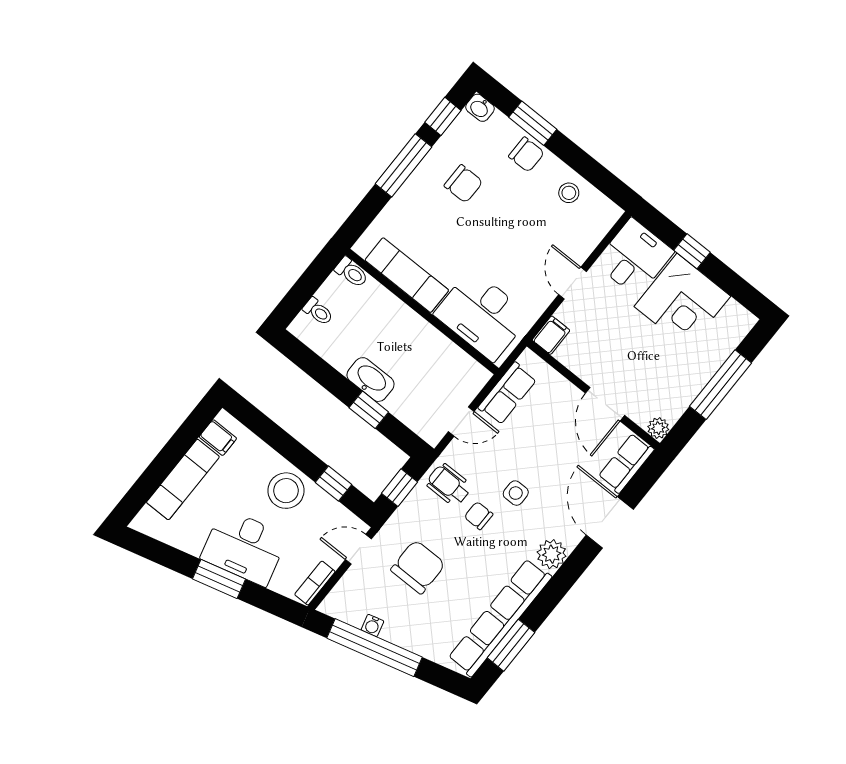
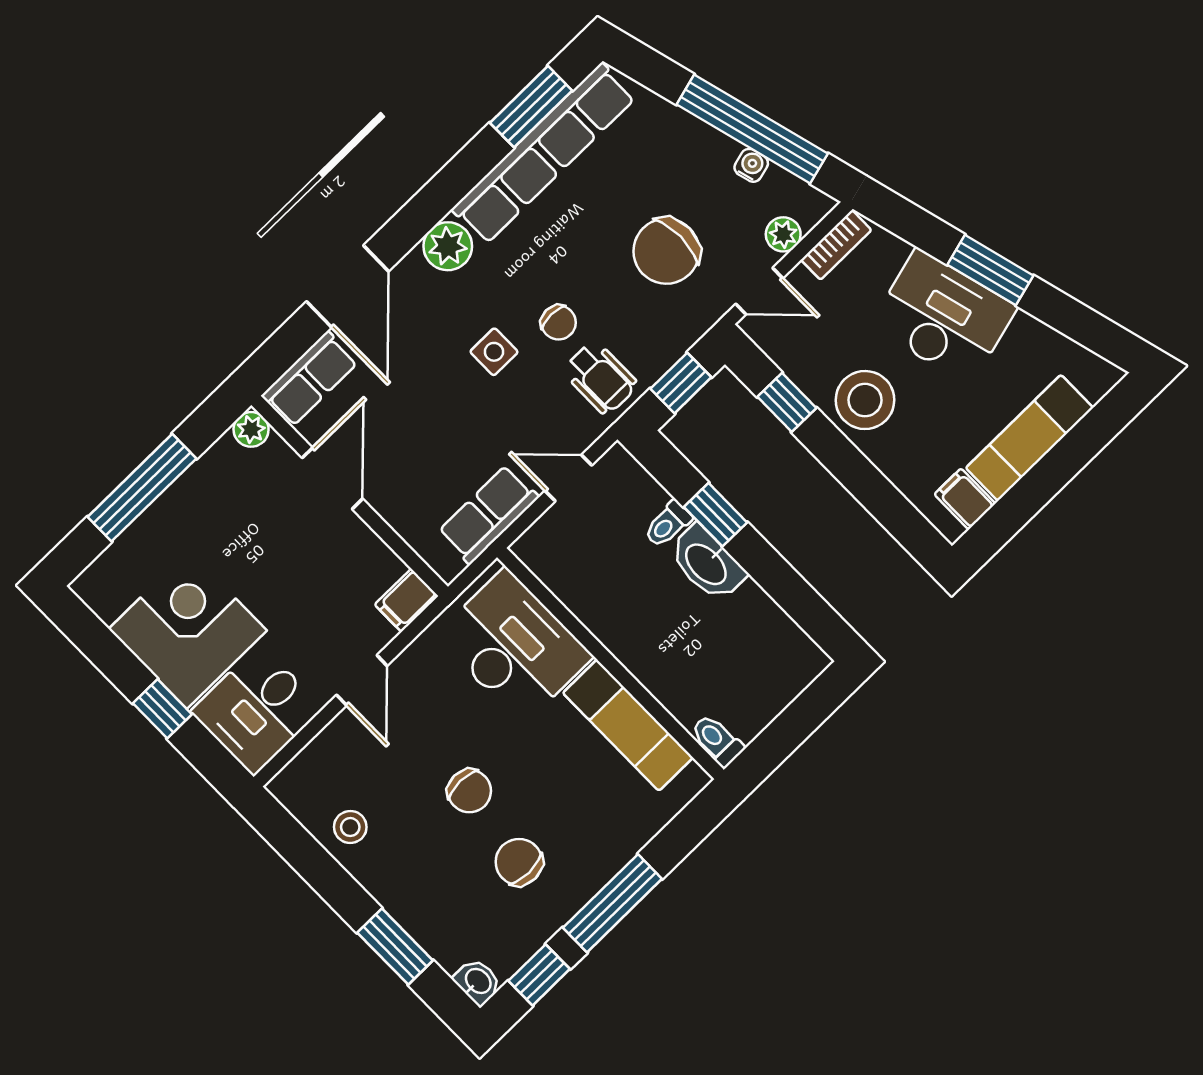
chair: (526, 155) -> (469, 791), moved, turned 180
toilet: (318, 311) -> (668, 524), moved, turned -90
plant: (348, 586) -> (783, 234), added

